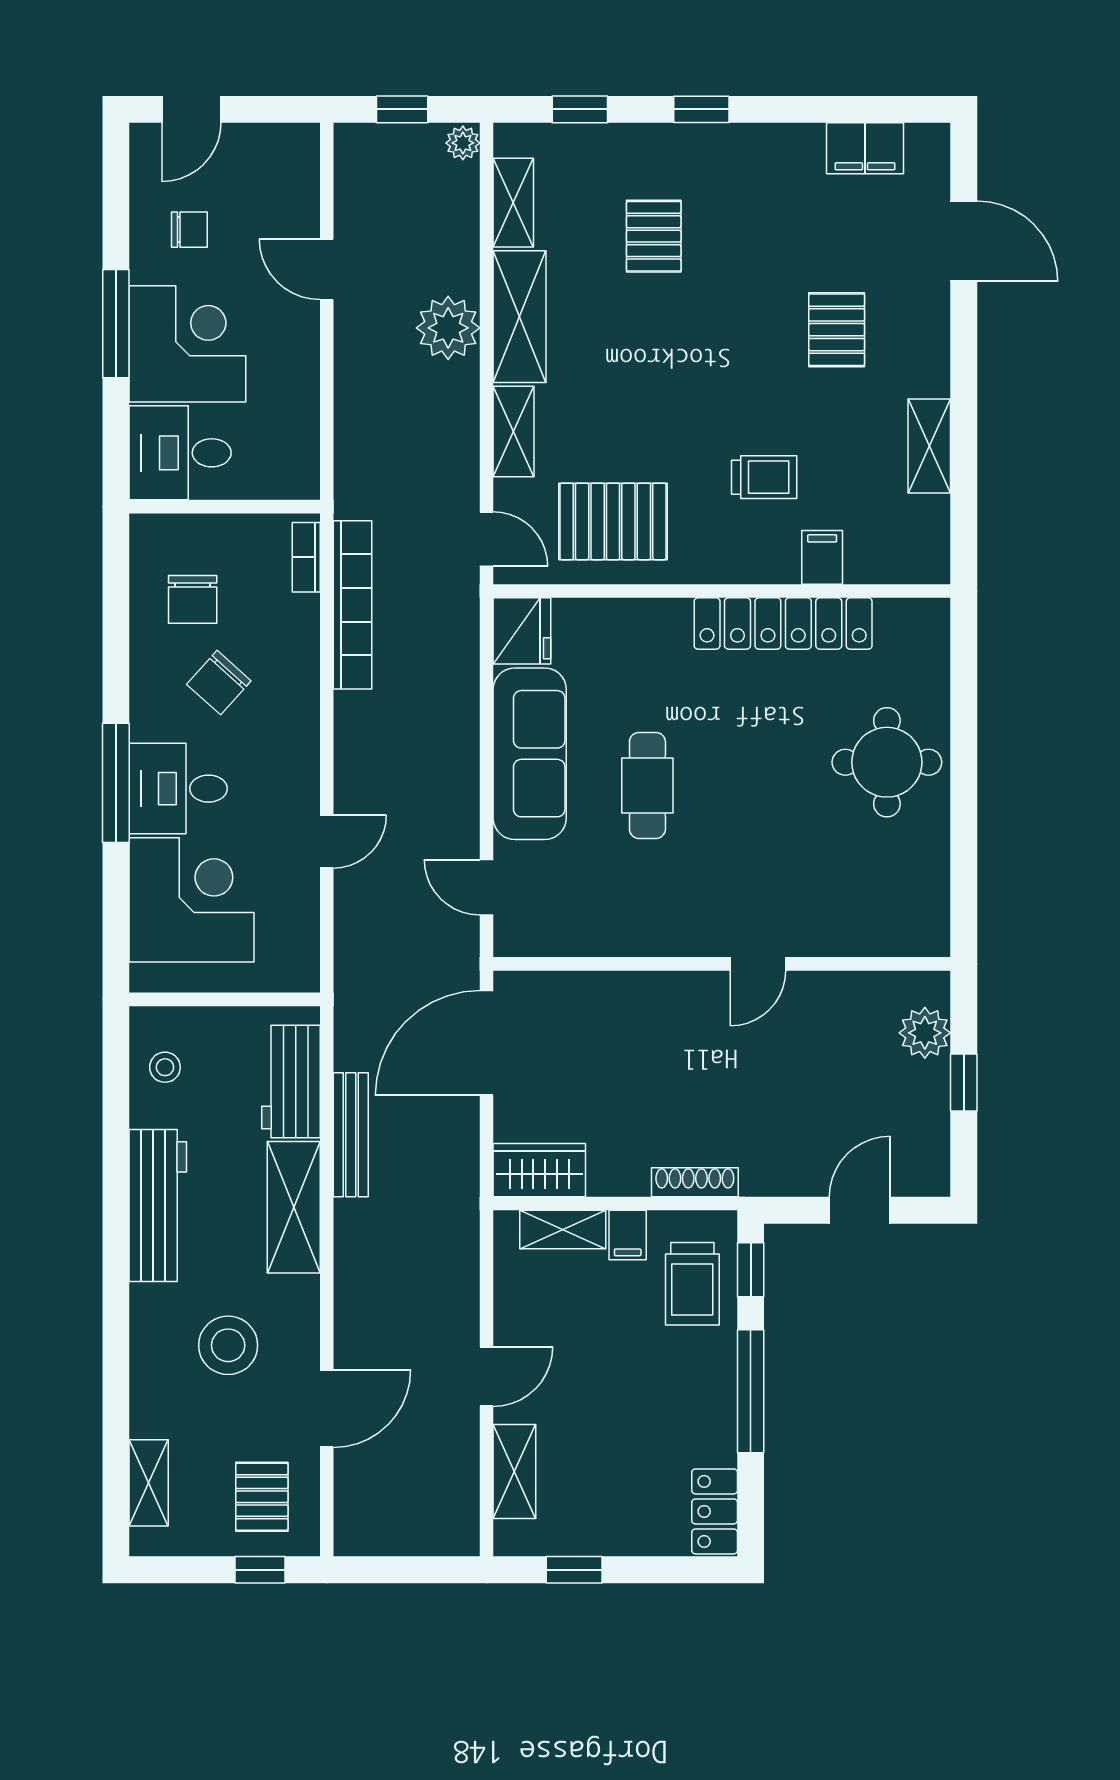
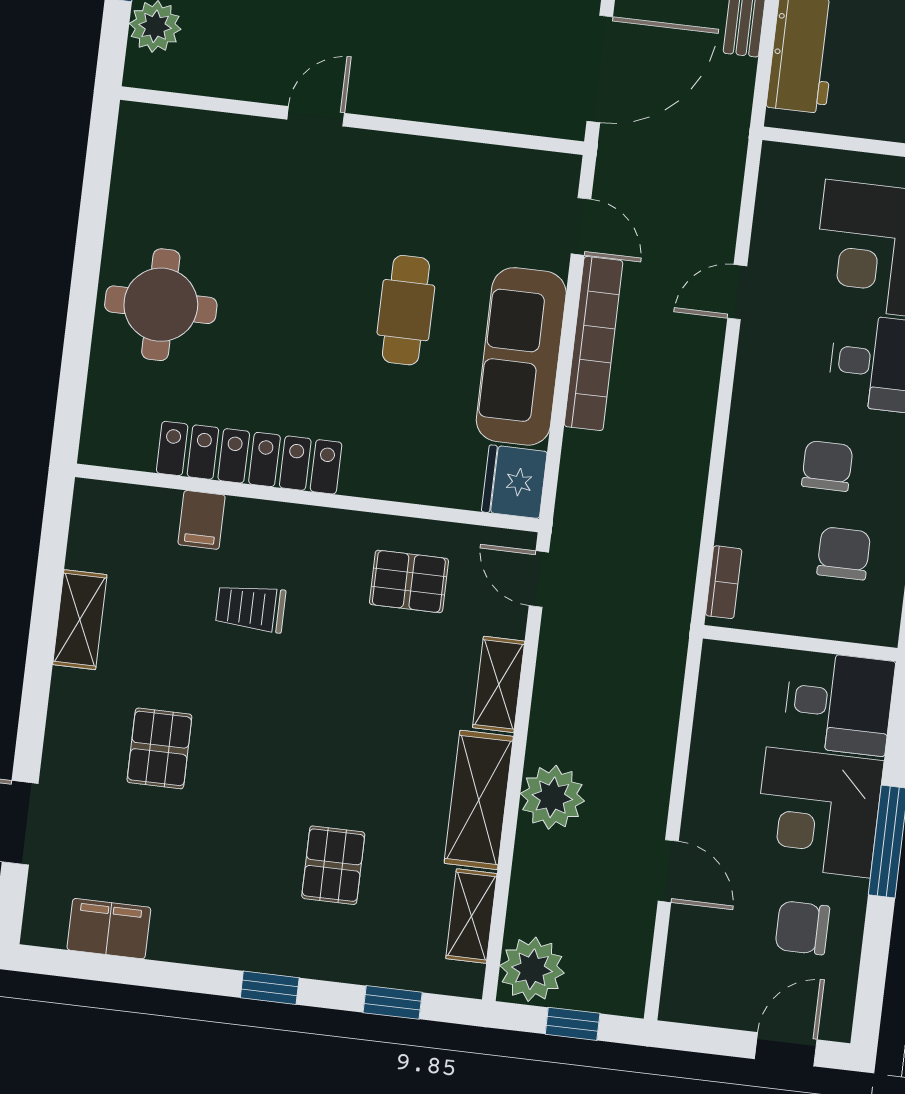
plant: (463, 143) -> (532, 969), width x1.88, depth x1.88
chair: (189, 230) -> (802, 928), width x1.37, depth x1.37
pallet: (613, 521) -> (409, 581), width x0.67, depth x0.71
bookcase: (353, 605) -> (594, 344), moved, turned 180
chair: (219, 683) -> (827, 466), turned -42

